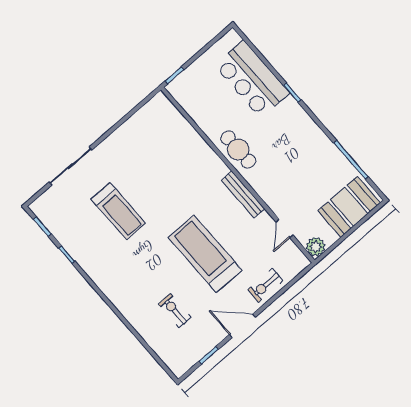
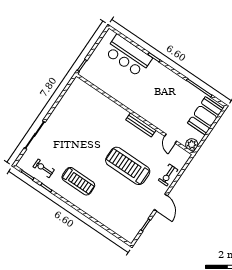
cafe table: (238, 150) -> (131, 99), removed
treadmill: (118, 211) -> (78, 181), moved
exercise bike: (175, 311) -> (44, 168), moved
door: (242, 326) -> (161, 202), swing flipped

